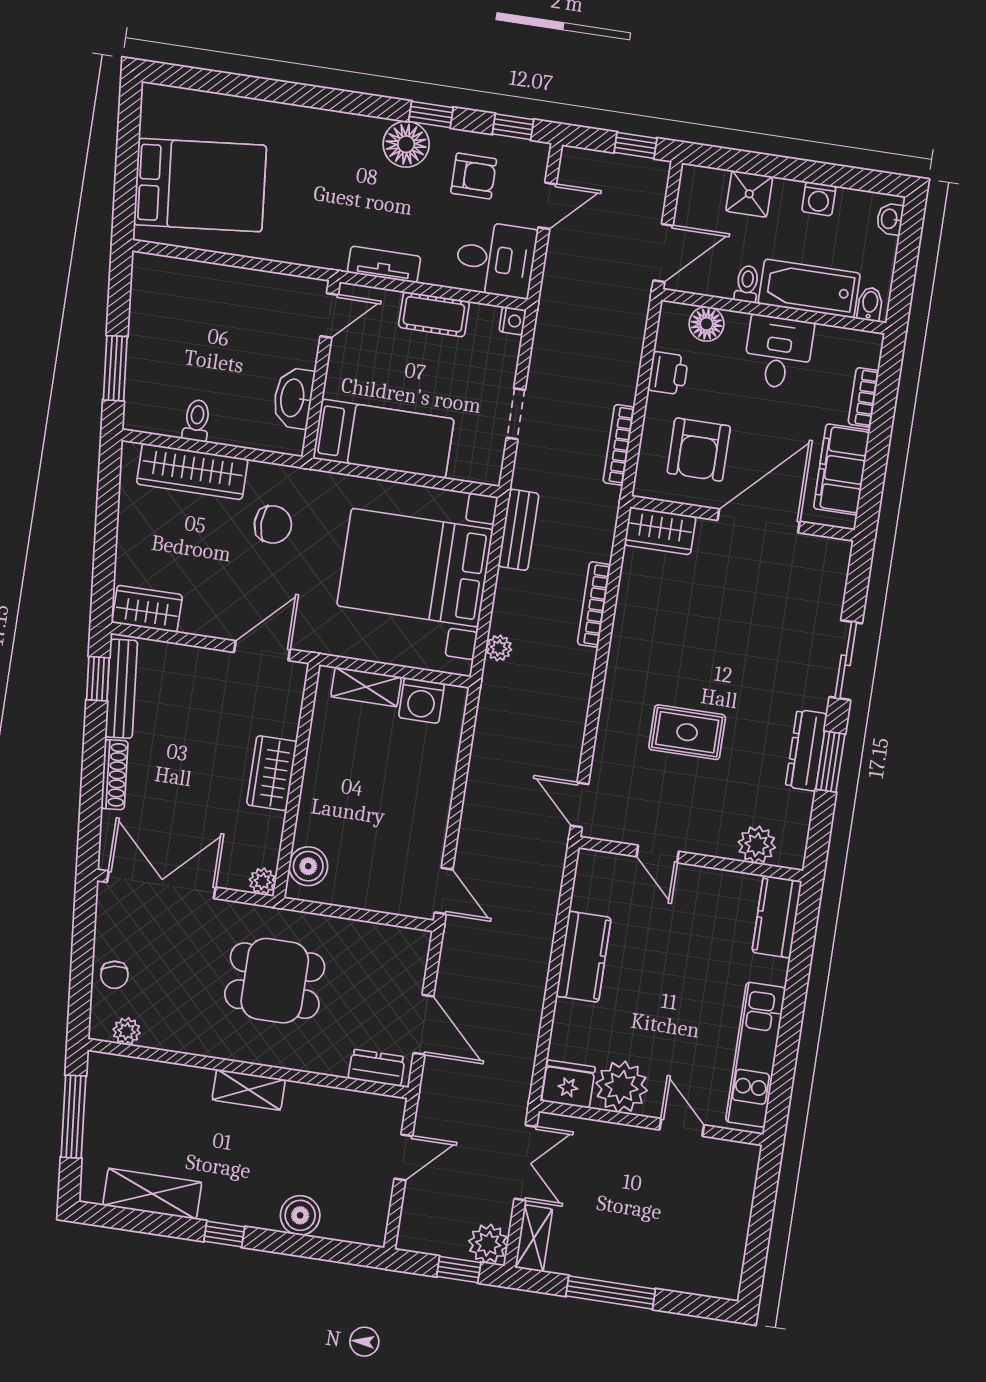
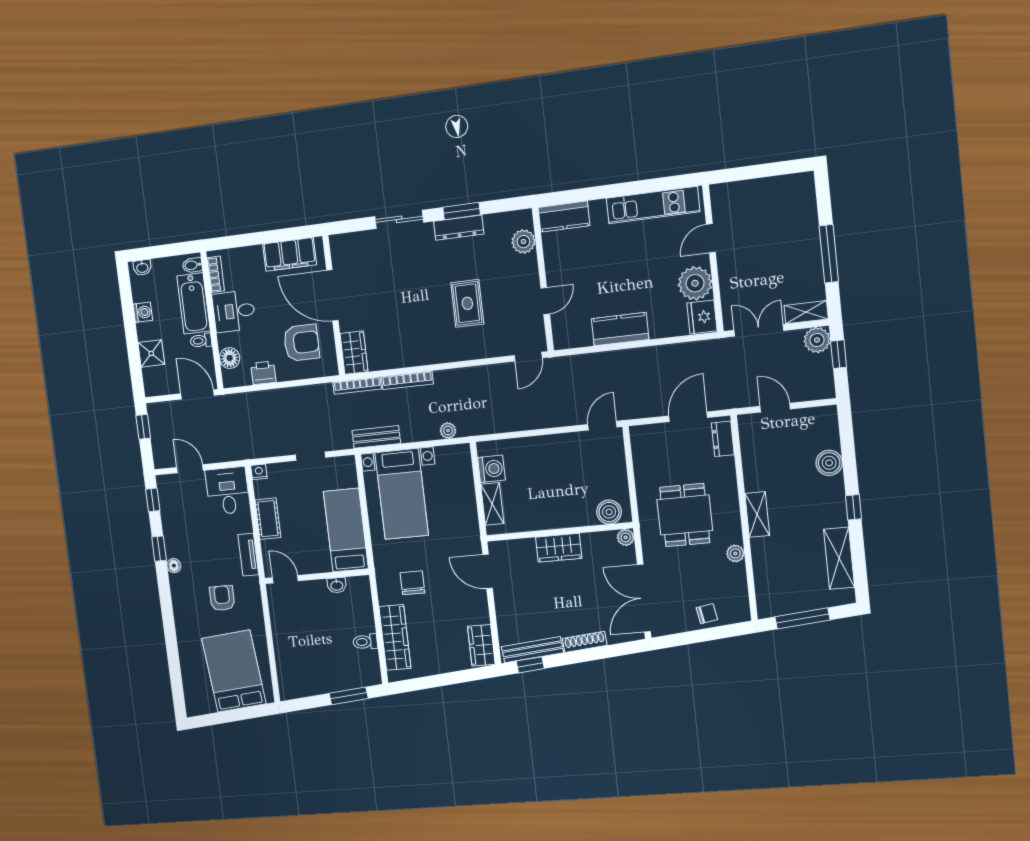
floor lamp: (406, 144) -> (174, 566), width x0.53, depth x0.53
armchair: (474, 176) -> (222, 598), moved
bookcase: (864, 397) -> (216, 274), moved, turned -90
washbasin: (293, 398) -> (337, 585), width x0.52, depth x0.69
bookcase: (619, 445) -> (357, 386), moved
bed with nightstands: (415, 568) -> (402, 494), width x0.73
plant: (127, 1031) -> (735, 553), moved

